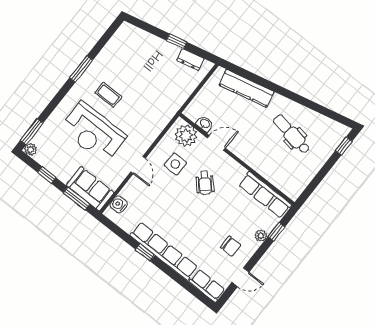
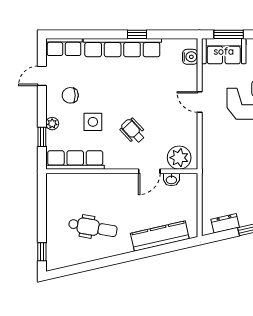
side table: (175, 164) -> (93, 122), moved

